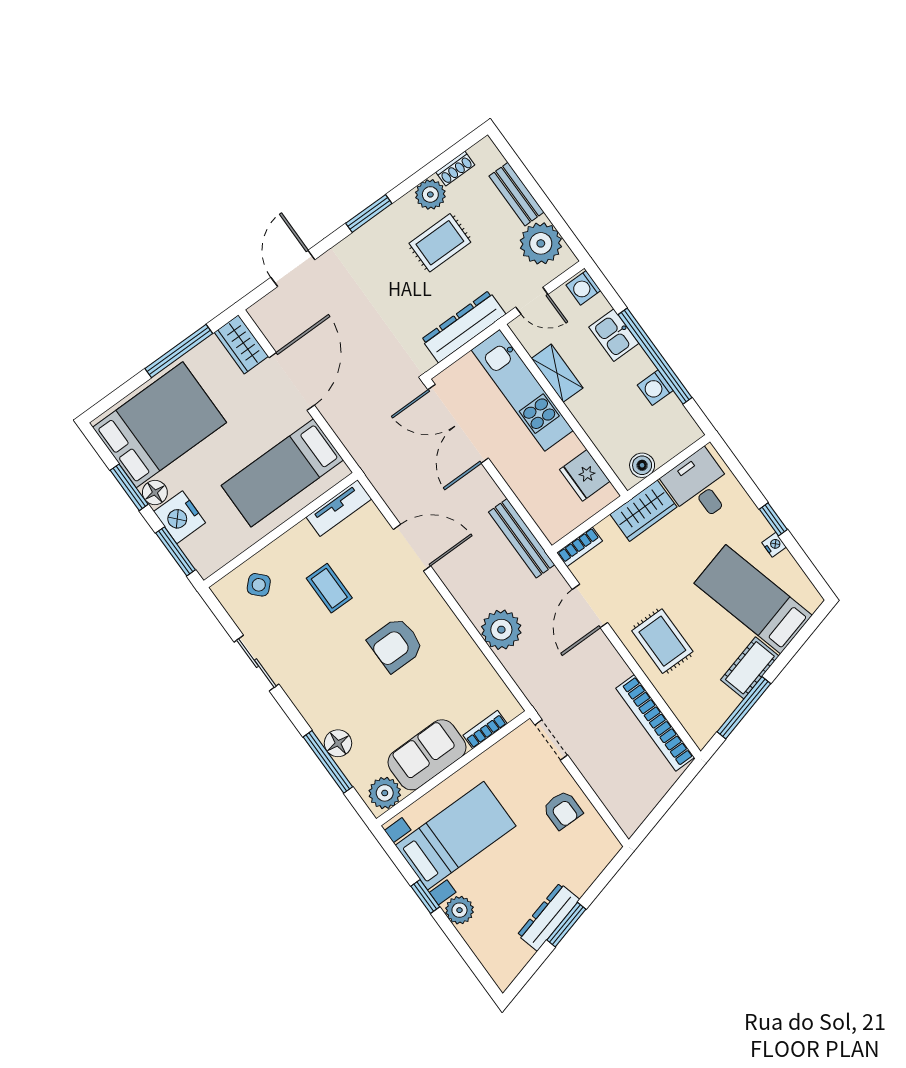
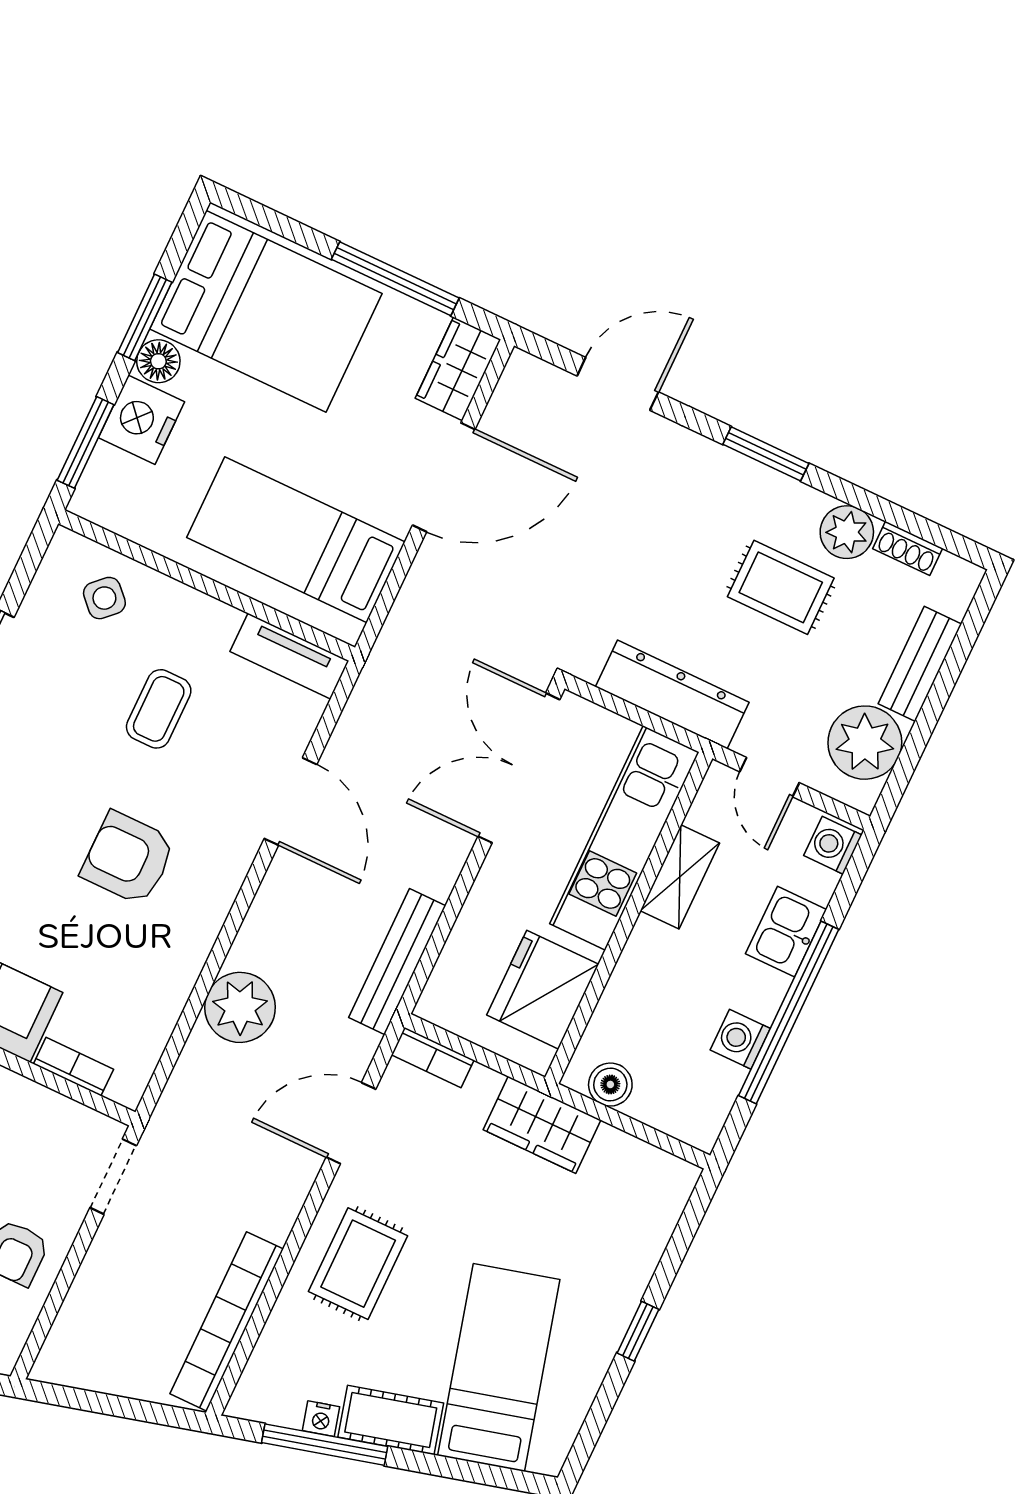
fridge: (585, 475) -> (543, 990), width x1.36, depth x1.34
desk: (699, 486) -> (626, 1190), removed
nightstand: (774, 545) -> (321, 1419), moved, turned 75

